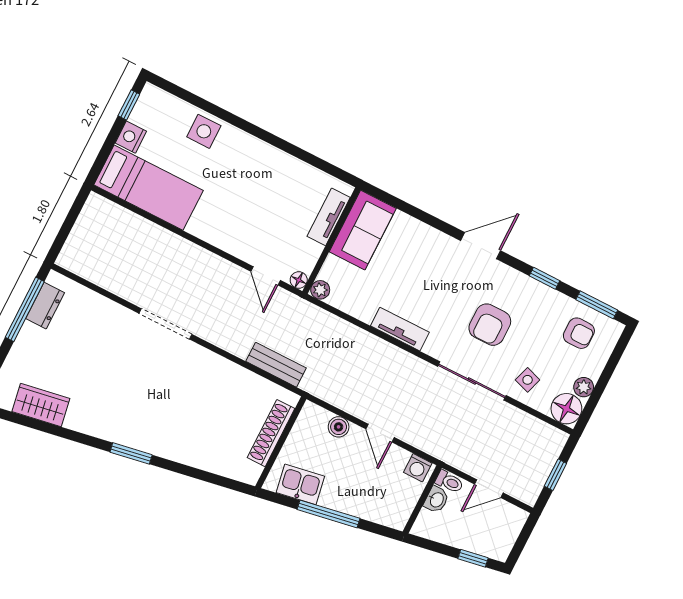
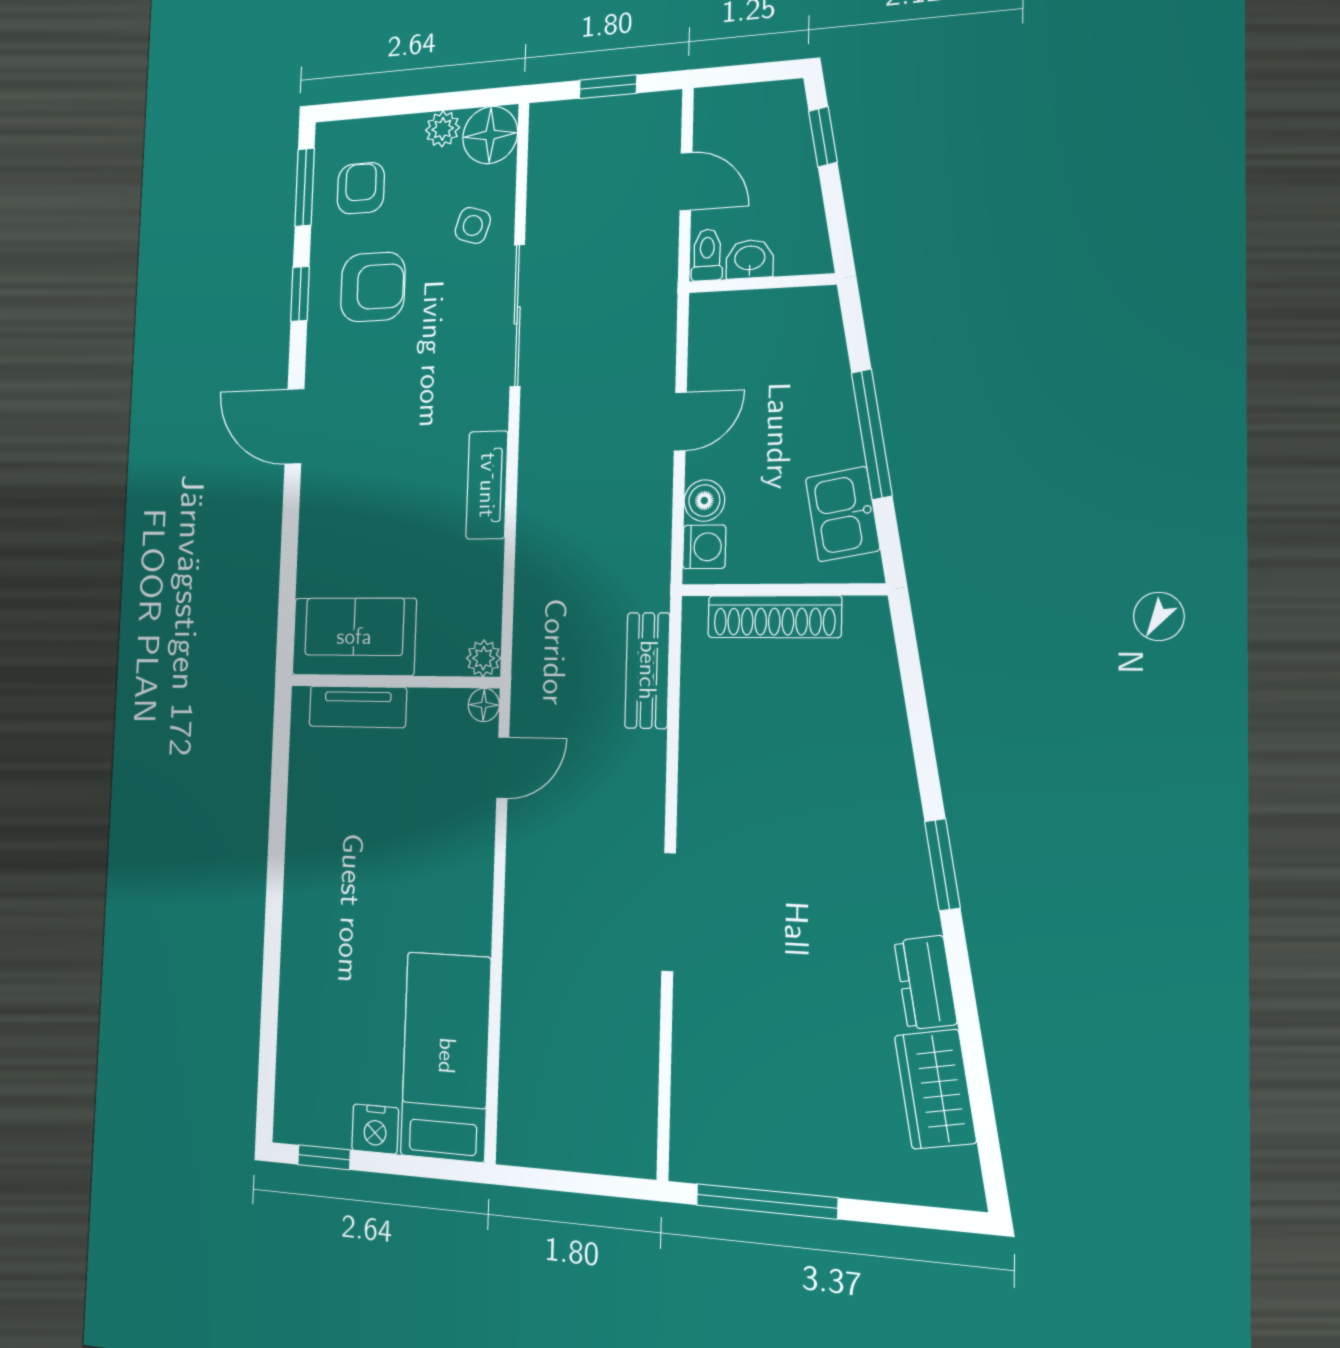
side table: (204, 131) -> (312, 999), removed
dresser: (45, 306) -> (926, 983), moved, turned -100
armchair: (490, 325) -> (373, 287), moved
washing machine: (418, 468) -> (704, 547), moved

